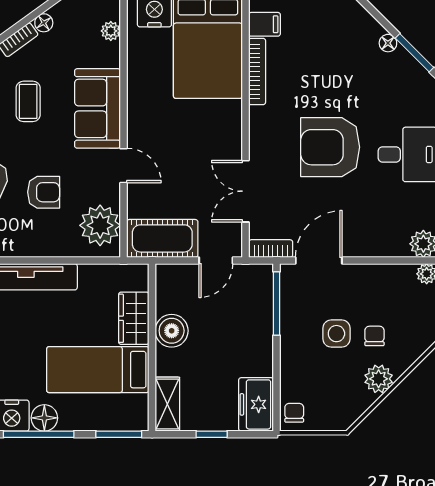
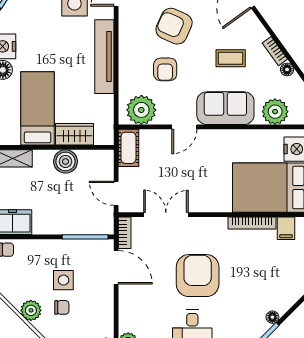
plant: (111, 31) -> (275, 112), width x1.87, depth x1.87
cot: (162, 238) -> (128, 148), width x0.73, depth x0.75

